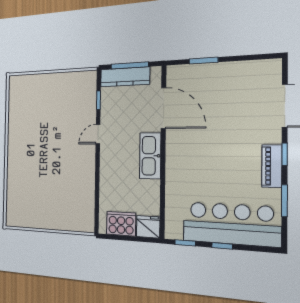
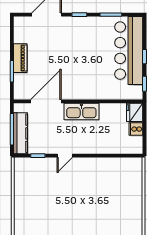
door: (98, 134) -> (65, 156), hinge flipped
piano: (272, 166) -> (20, 58), moved, turned -90
cooker: (121, 224) -> (136, 129), width x0.53, depth x0.76

